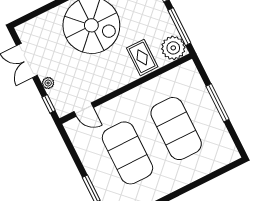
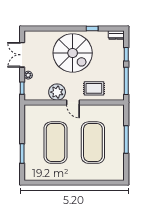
plant: (173, 48) -> (57, 92), moved
rug: (142, 57) -> (94, 88), turned 90
door: (84, 110) -> (73, 102), moved

